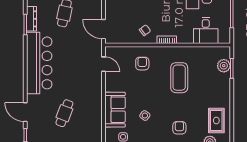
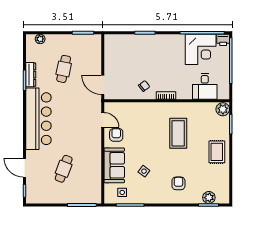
armchair: (142, 64) -> (116, 135), moved
plant: (224, 66) -> (223, 109), moved
rug: (216, 121) -> (217, 152), moved

